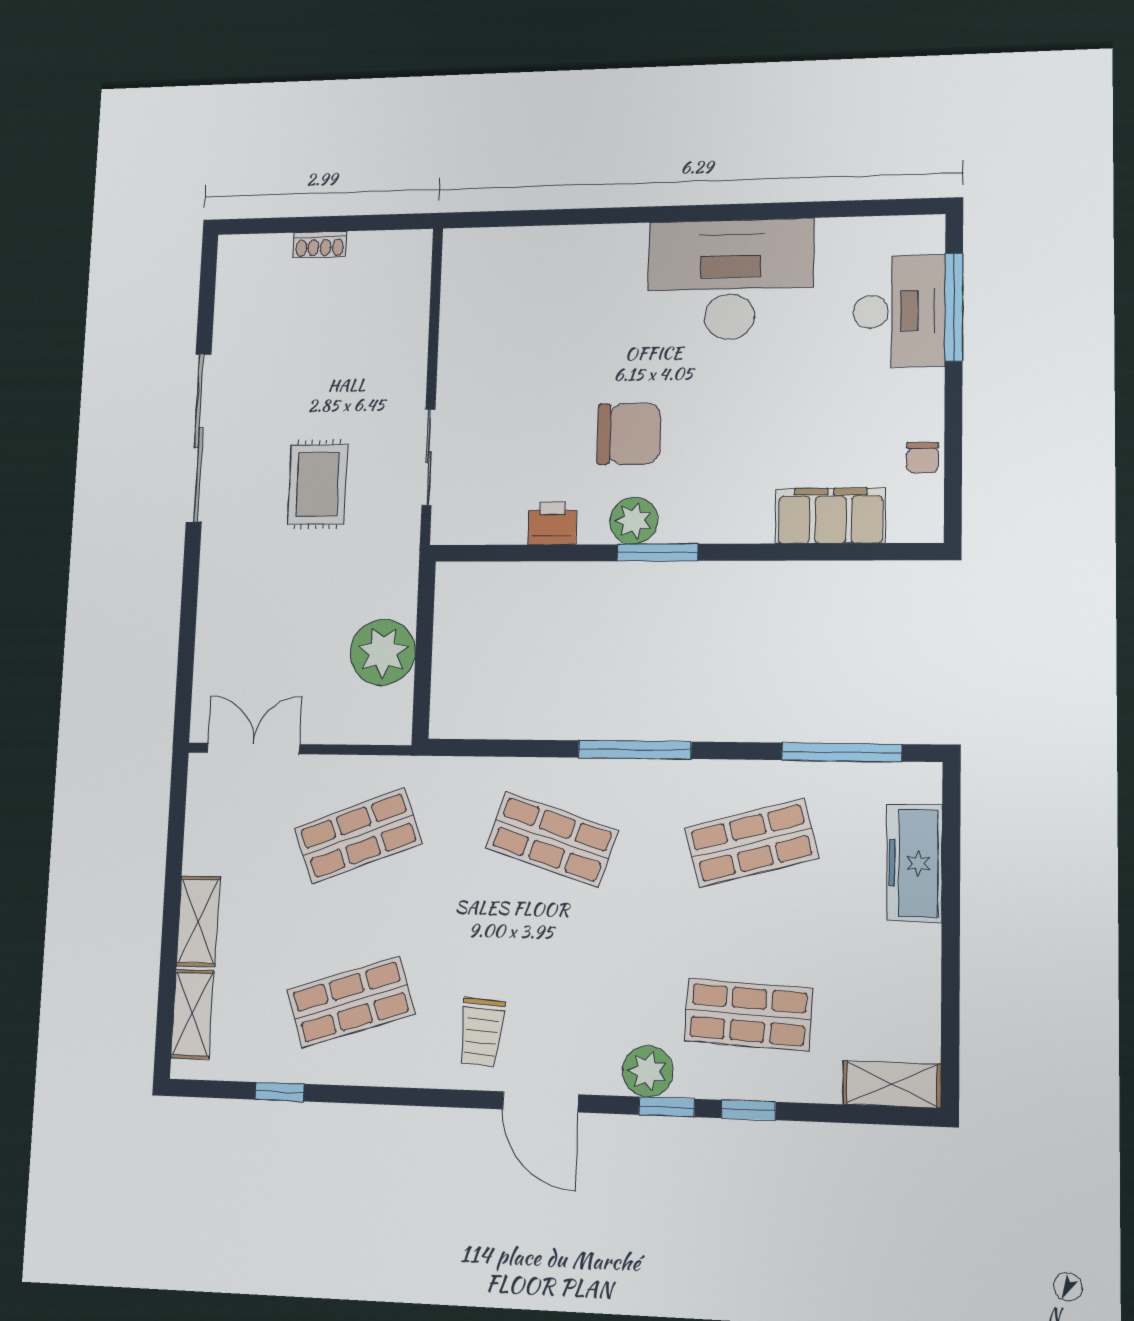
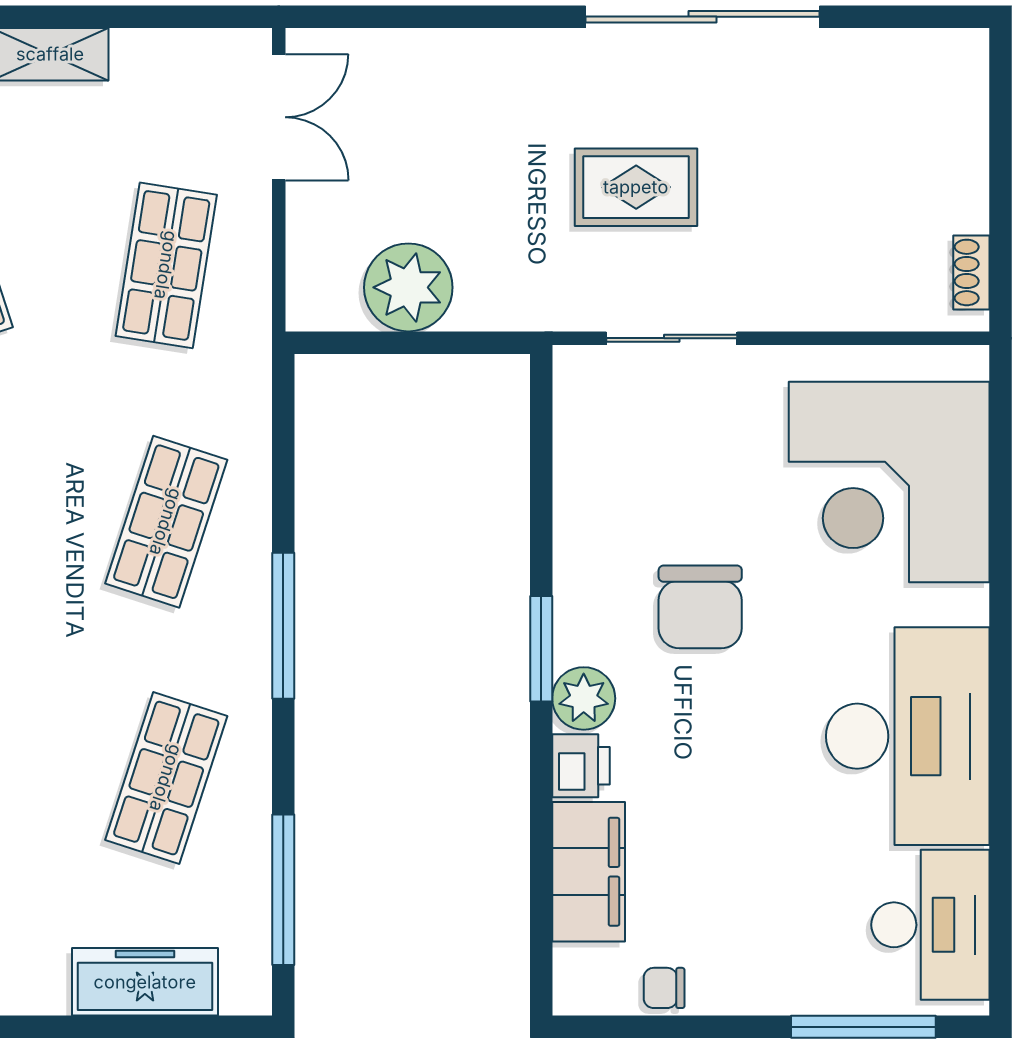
shoe rack: (320, 245) -> (971, 272), moved
corner desk: (540, 298) -> (889, 482), added
desk: (899, 311) -> (930, 925), moved, turned -90
plant: (634, 521) -> (584, 698), moved
printer: (552, 523) -> (581, 766), moved
shop shelf: (358, 836) -> (166, 265), turned 30
shop shelf: (752, 843) -> (166, 778), turned 33

